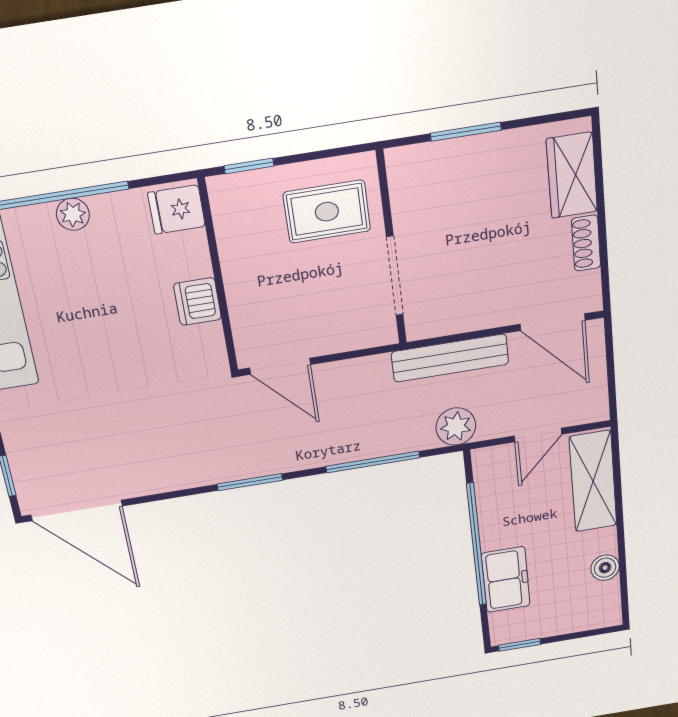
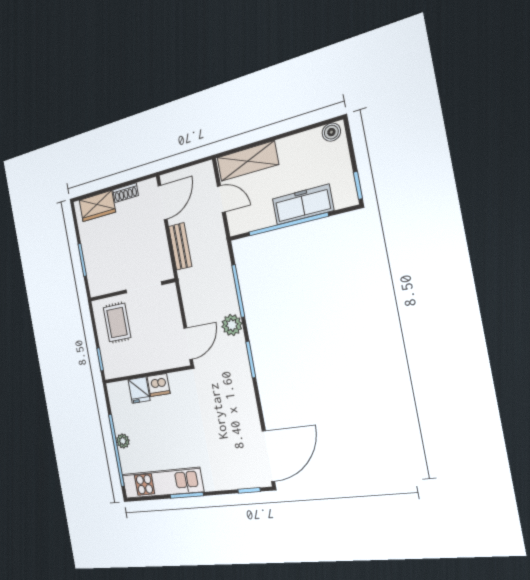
fridge: (176, 210) -> (139, 390), moved
bench: (450, 358) -> (180, 246), width x0.73
plant: (456, 427) -> (232, 325), moved
boiler: (605, 568) -> (331, 132), moved
freezer: (506, 580) -> (303, 205), width x1.40

